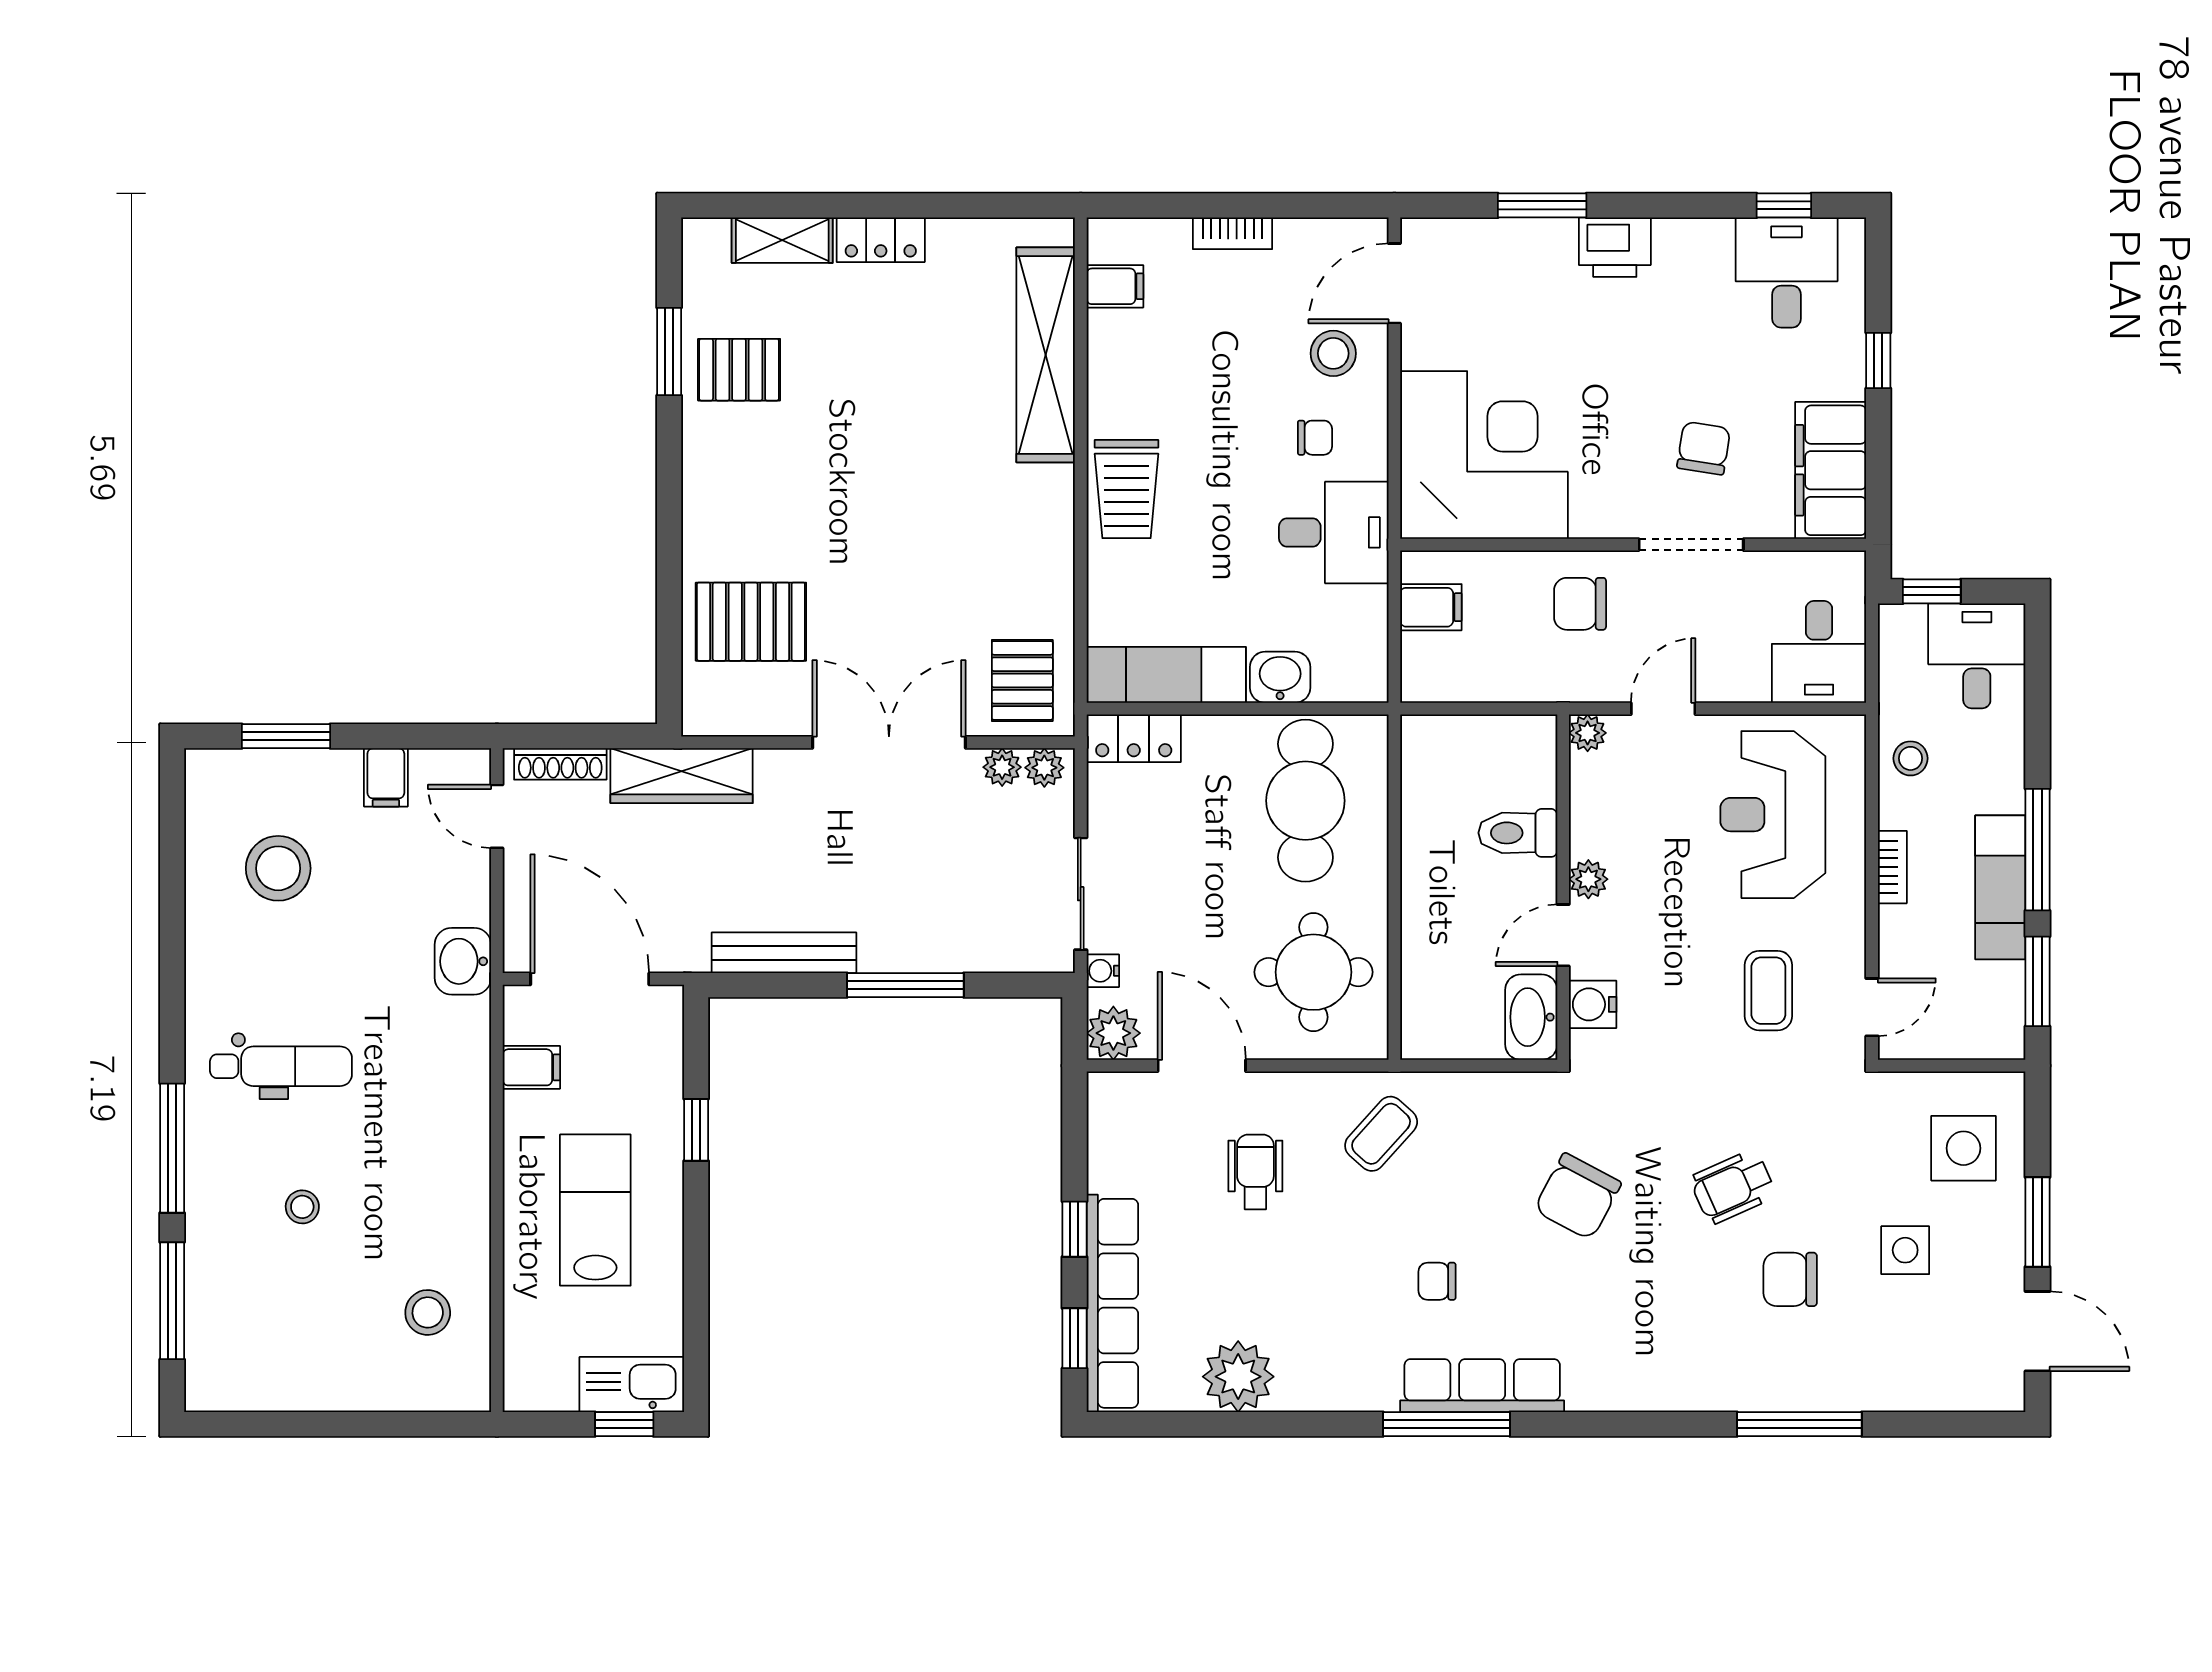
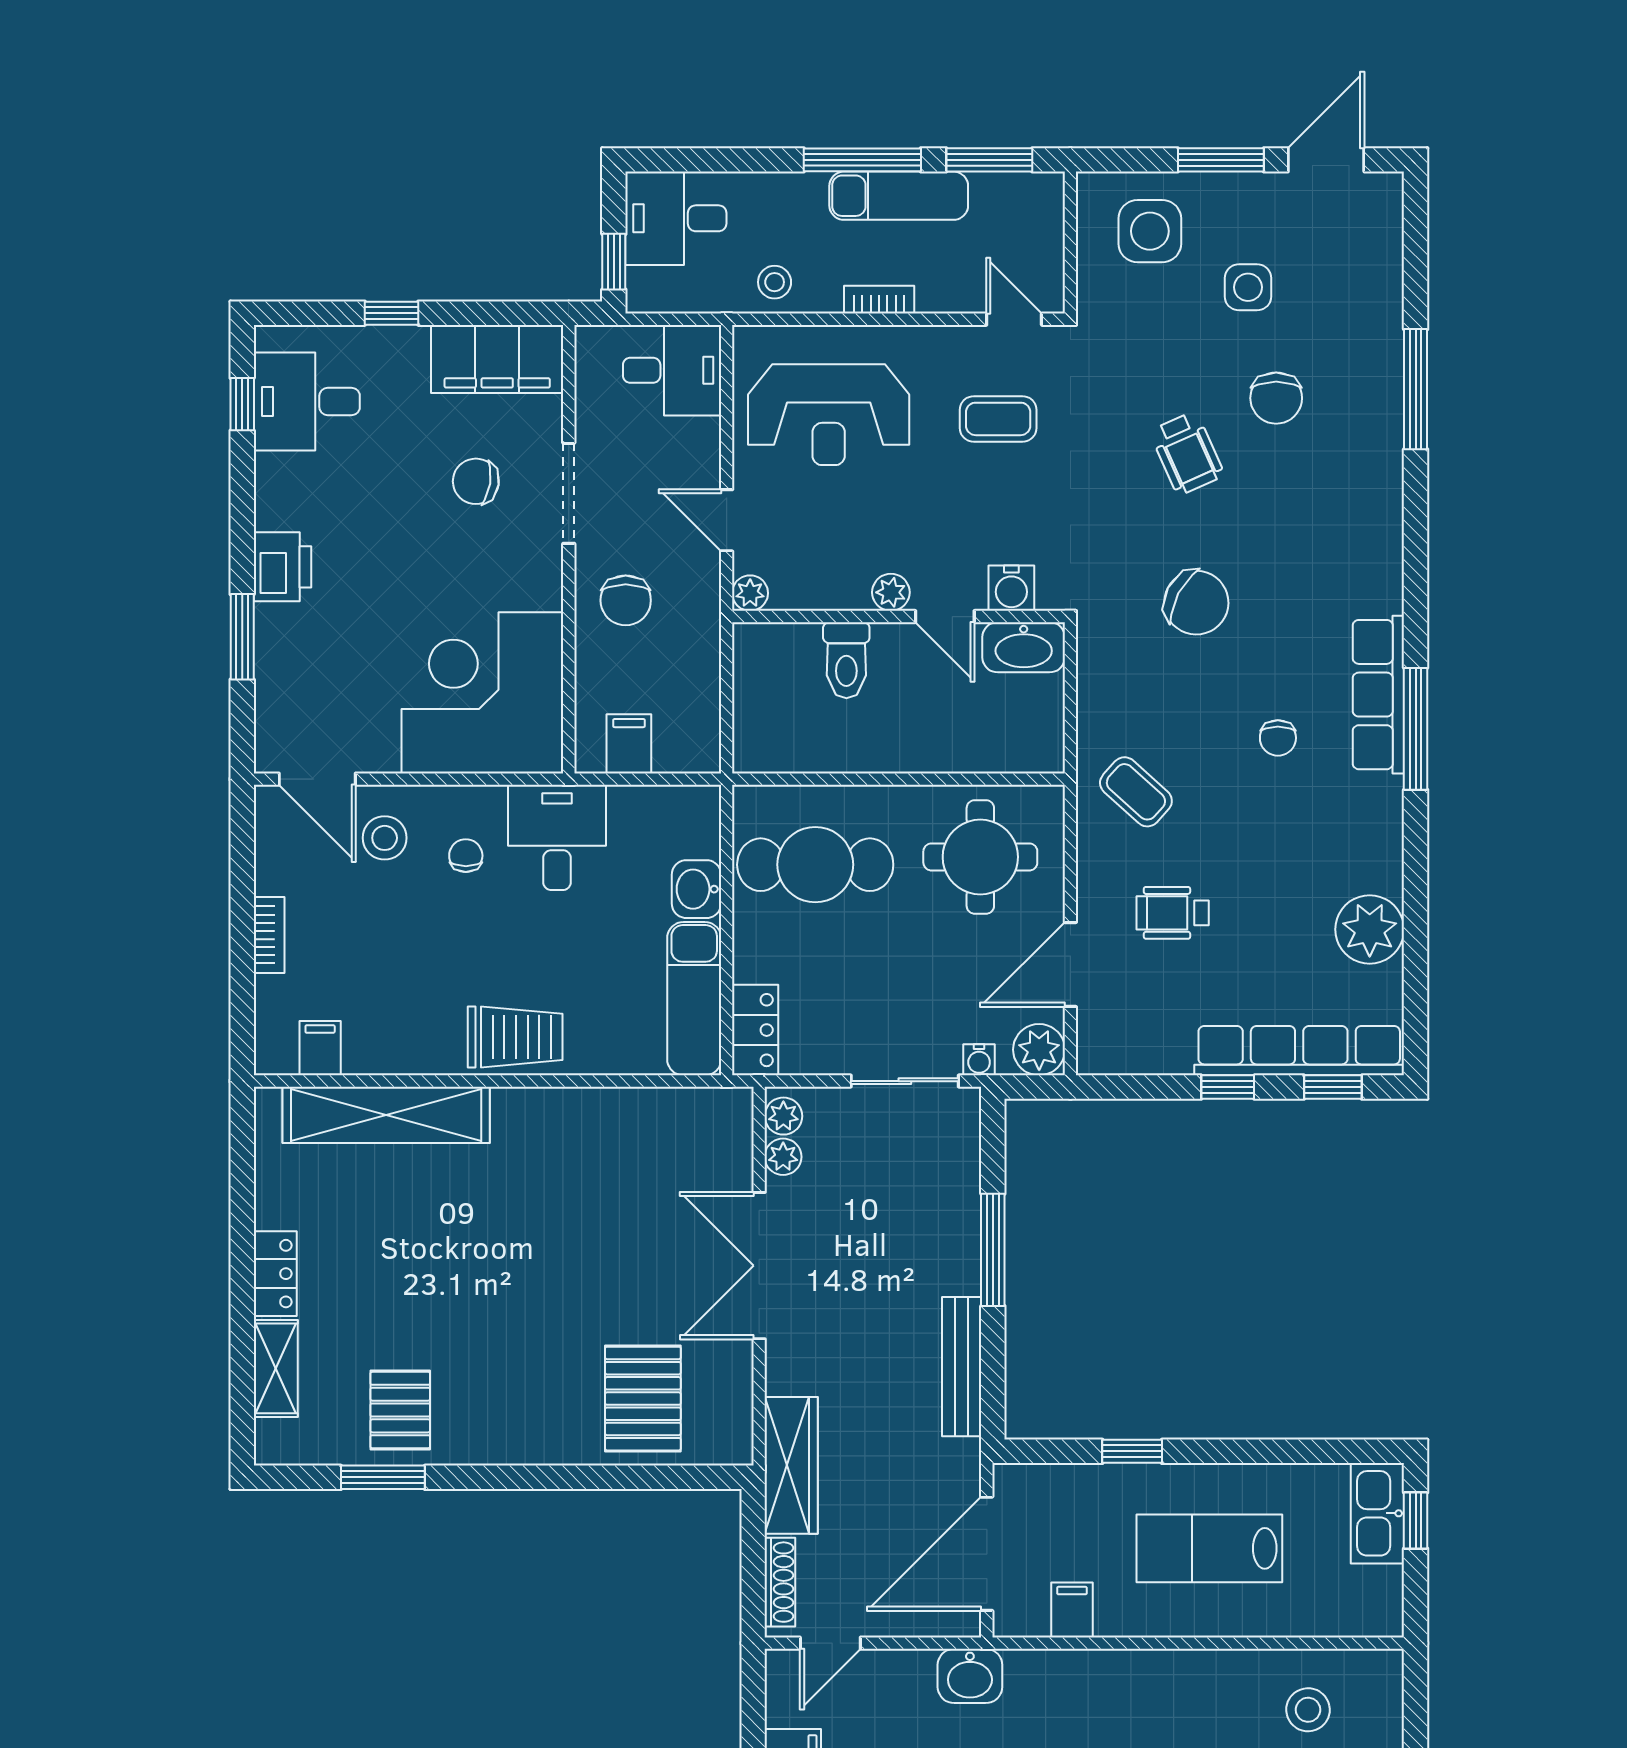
pallet: (1022, 680) -> (700, 1137), removed

